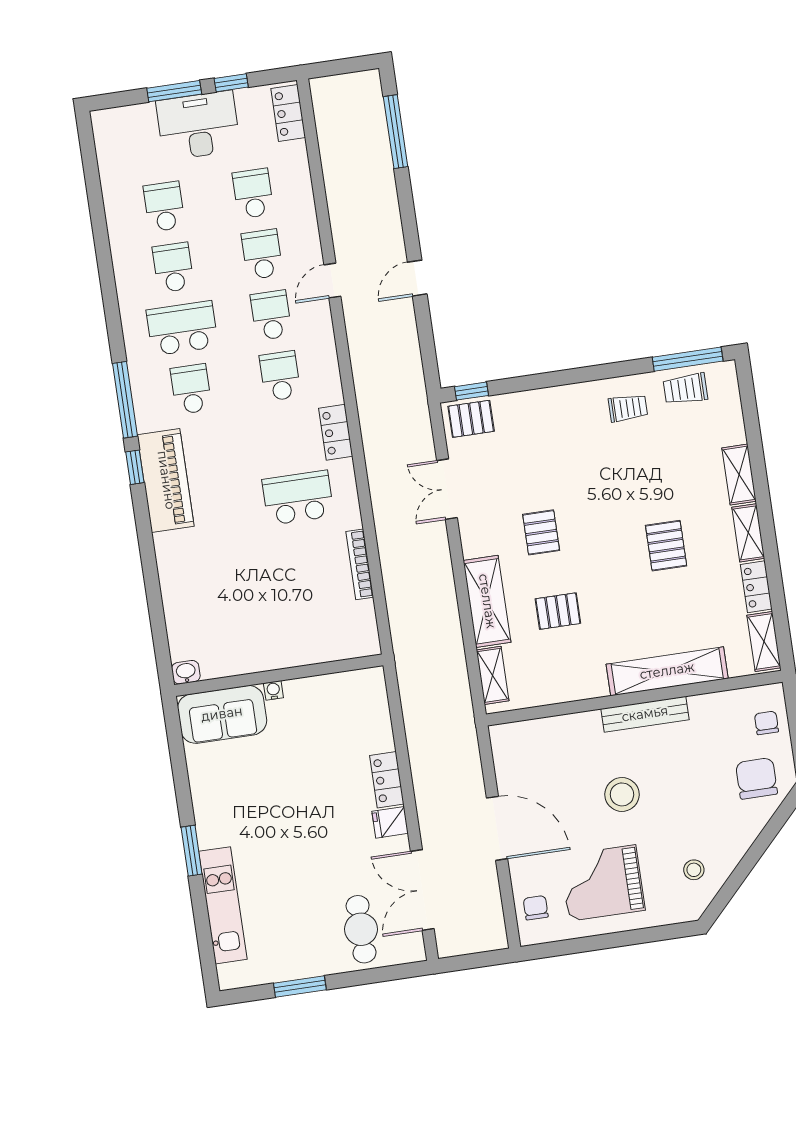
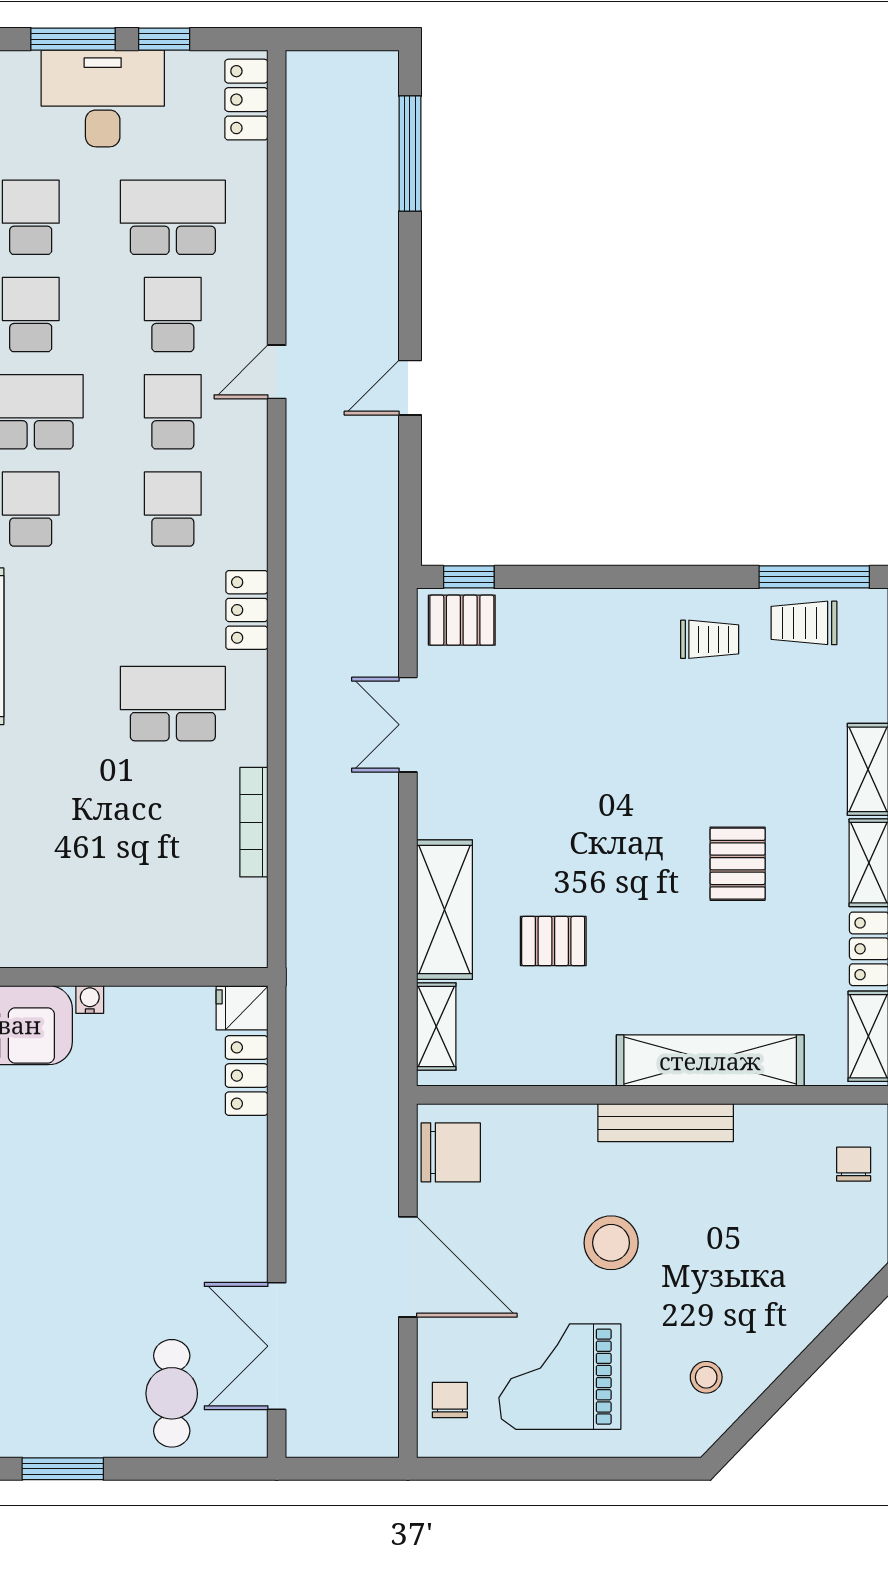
school desk: (253, 193) -> (173, 217), width x1.85
pallet: (541, 532) -> (545, 814), removed
chair: (757, 778) -> (451, 1152), moved, turned 90
locker: (387, 780) -> (247, 1076), moved
fridge: (390, 822) -> (242, 1008), moved

